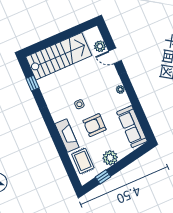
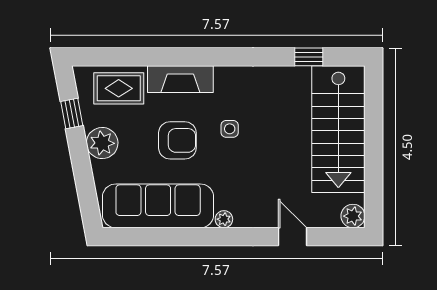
plant: (100, 46) -> (353, 216), moved
door: (115, 56) -> (292, 237), hinge flipped
armchair: (94, 125) -> (177, 140), turned 90
sofa: (132, 127) -> (158, 206), width x1.36, depth x1.27

